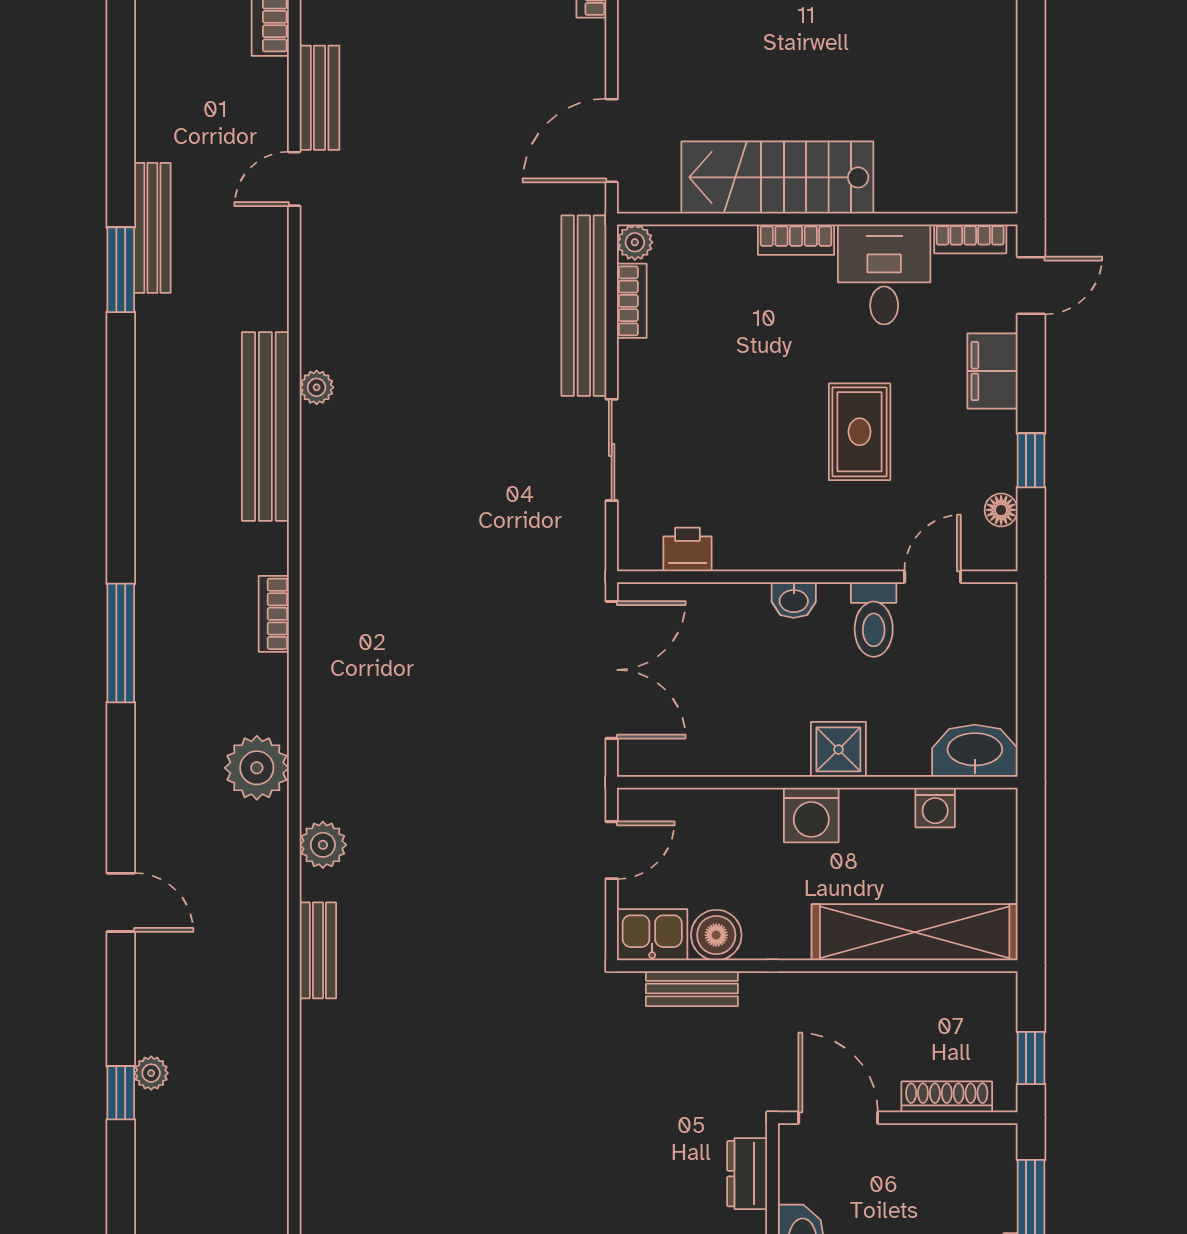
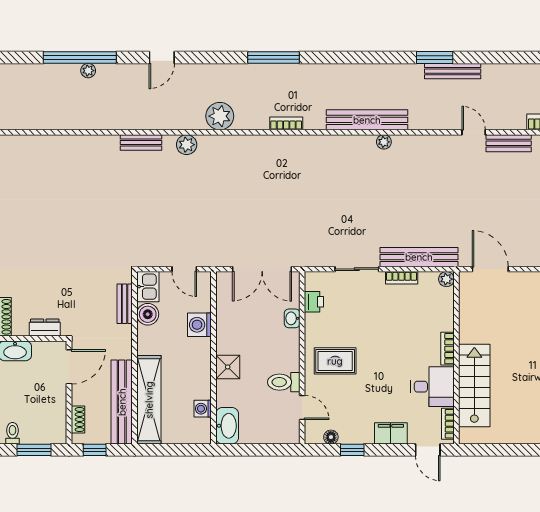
stairs: (777, 177) -> (474, 385), moved
bookcase: (632, 301) -> (402, 278), moved
rug: (860, 432) -> (335, 361), moved
washbasin: (794, 600) -> (292, 318), moved
washing machine: (811, 815) -> (199, 325), moved
bench: (920, 995) -> (122, 402), added
window: (121, 1093) -> (80, 57), width x3.17
shoe rack: (947, 1097) -> (78, 420), width x0.70

